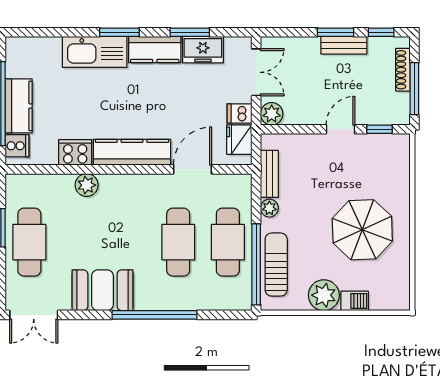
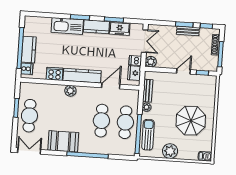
plant: (87, 185) -> (70, 91), moved
barbecue: (355, 301) -> (205, 156), moved
double door: (34, 315) -> (29, 151), swing flipped

